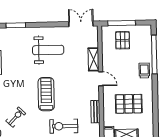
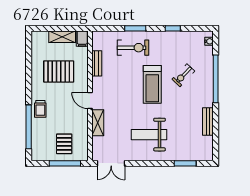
exercise bike: (16, 117) -> (183, 75), moved

